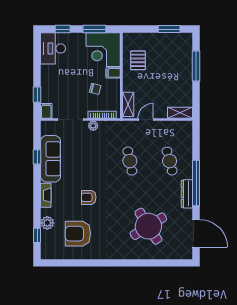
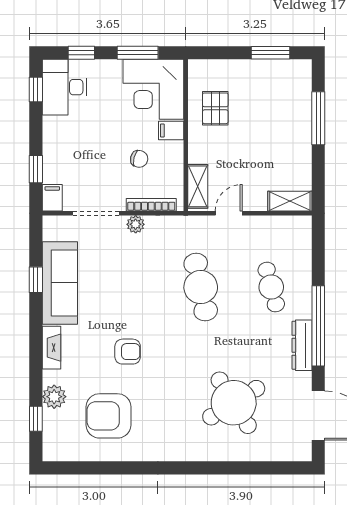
window: (37, 50) -> (36, 90), added
cafe table: (130, 161) -> (201, 287), width x1.37, depth x1.35
armchair: (89, 197) -> (128, 352), turned 180

